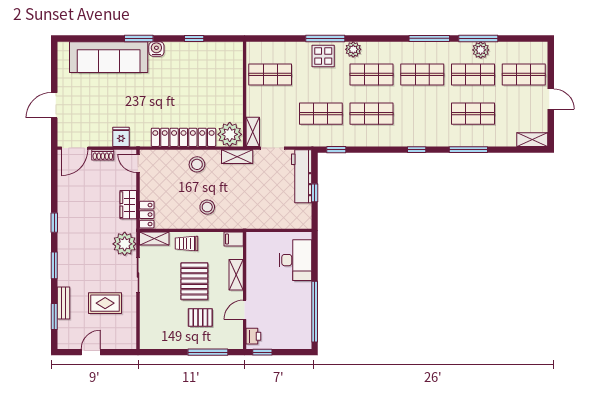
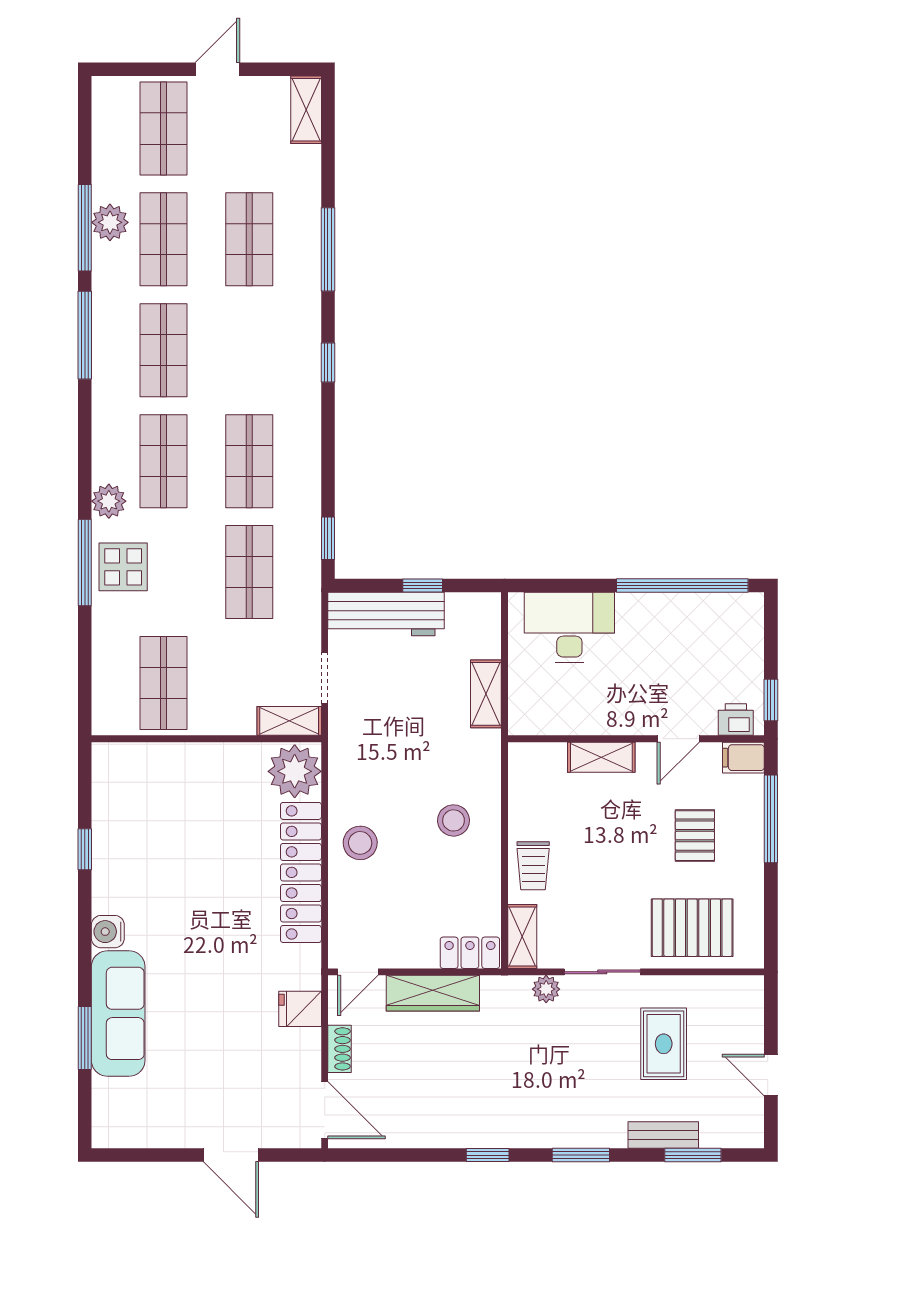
window: (139, 38) -> (85, 1038), moved
sofa: (109, 57) -> (118, 1013), width x0.74, depth x0.79
shelving: (237, 157) -> (486, 694), moved
wardrobe: (128, 205) -> (433, 993), width x1.50
filing cabinet: (234, 239) -> (743, 758), moved, turned 90
plant: (125, 244) -> (546, 989), width x0.53, depth x0.53
pallet: (194, 281) -> (692, 928), moved
door: (245, 310) -> (678, 739), hinge flipped

